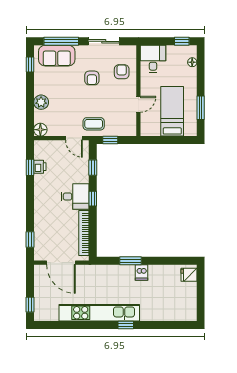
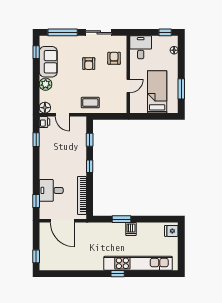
sofa: (57, 56) -> (48, 62), moved, turned -90
door: (74, 138) -> (62, 115), moved
window: (110, 140) -> (104, 116), removed
printer: (40, 167) -> (44, 122), moved
desk: (75, 196) -> (51, 190), moved, turned 180
kitchen unit: (99, 313) -> (138, 263), moved

